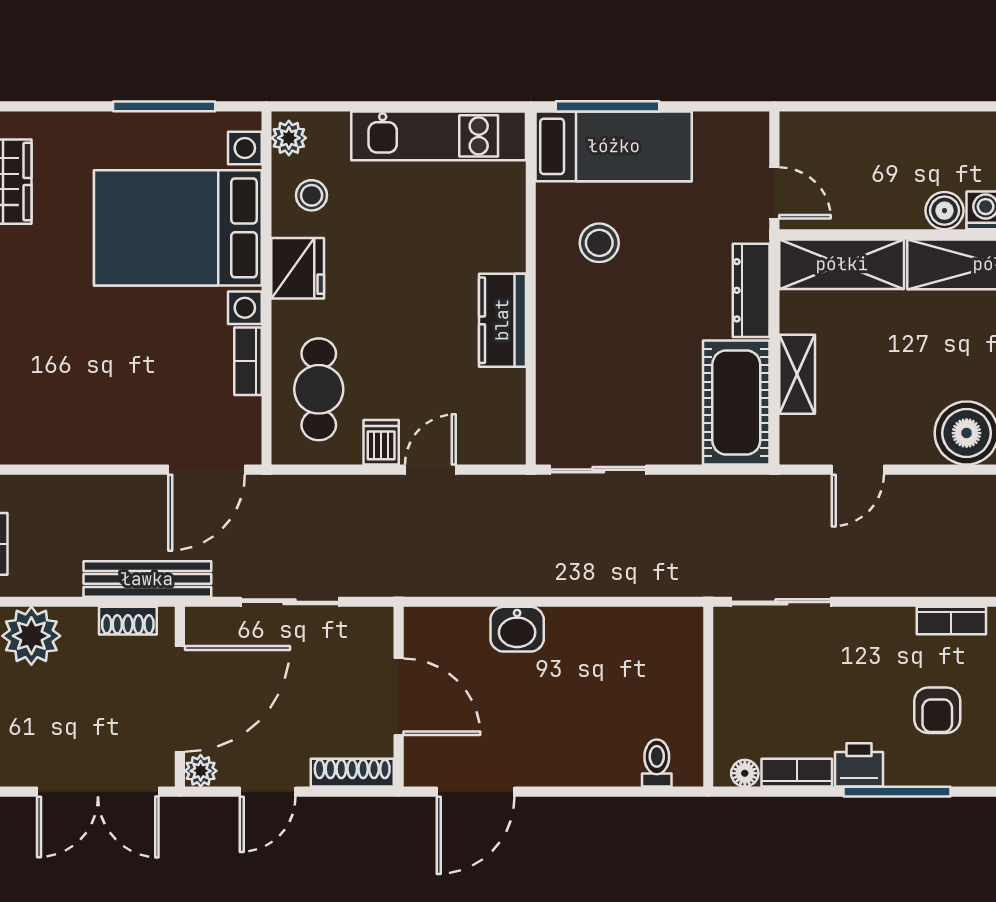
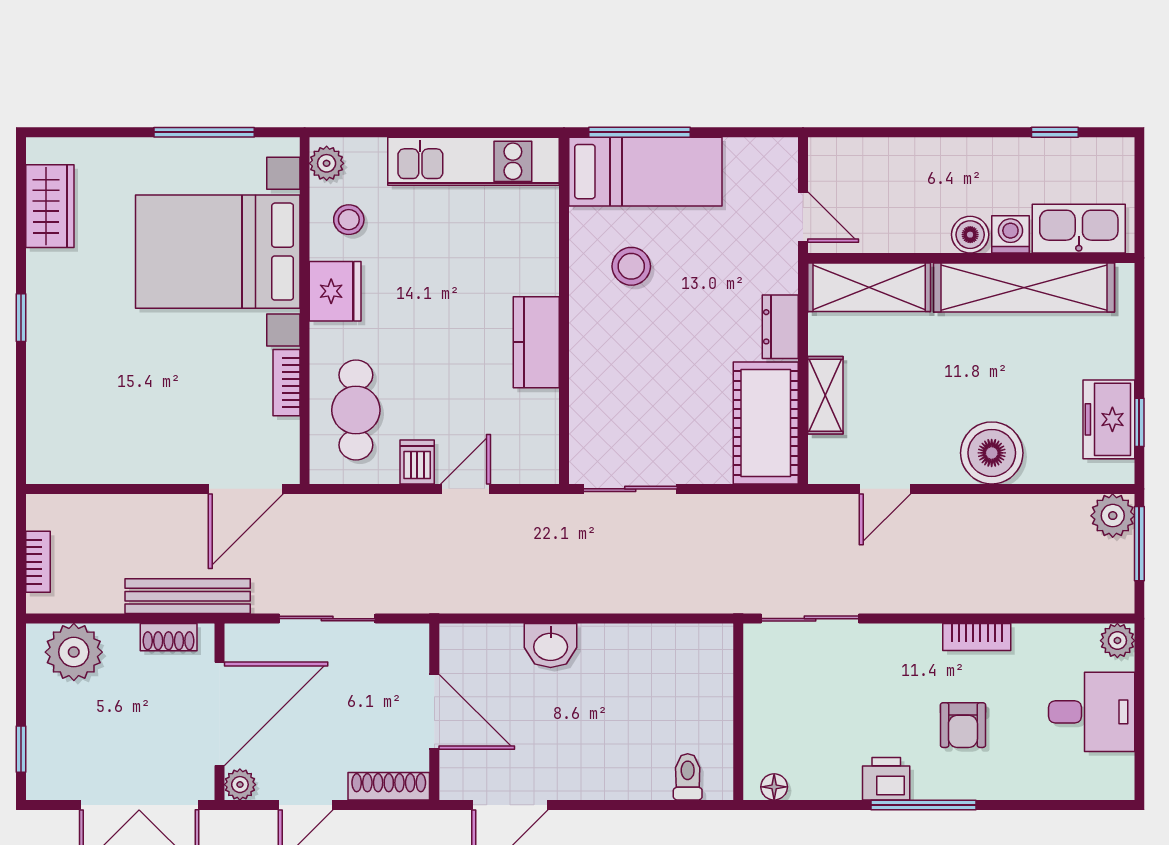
dresser: (751, 290) -> (780, 327), width x0.70
bookcase: (797, 773) -> (825, 786), removed

